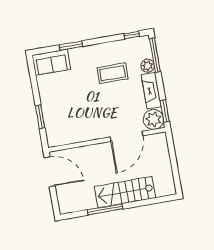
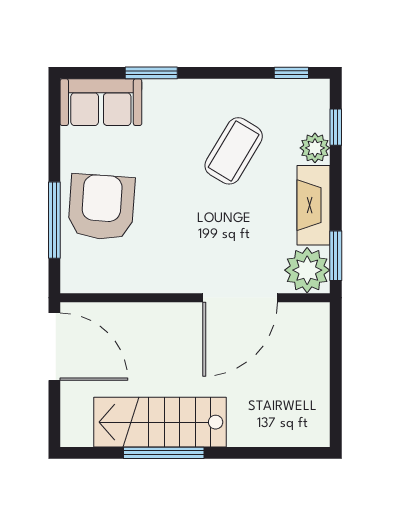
window: (155, 55) -> (336, 127), width x0.46
coffee table: (113, 73) -> (234, 151), turned -59
armchair: (59, 108) -> (101, 207), added
window: (40, 117) -> (54, 220), width x1.44
stairs: (125, 192) -> (160, 422), moved

